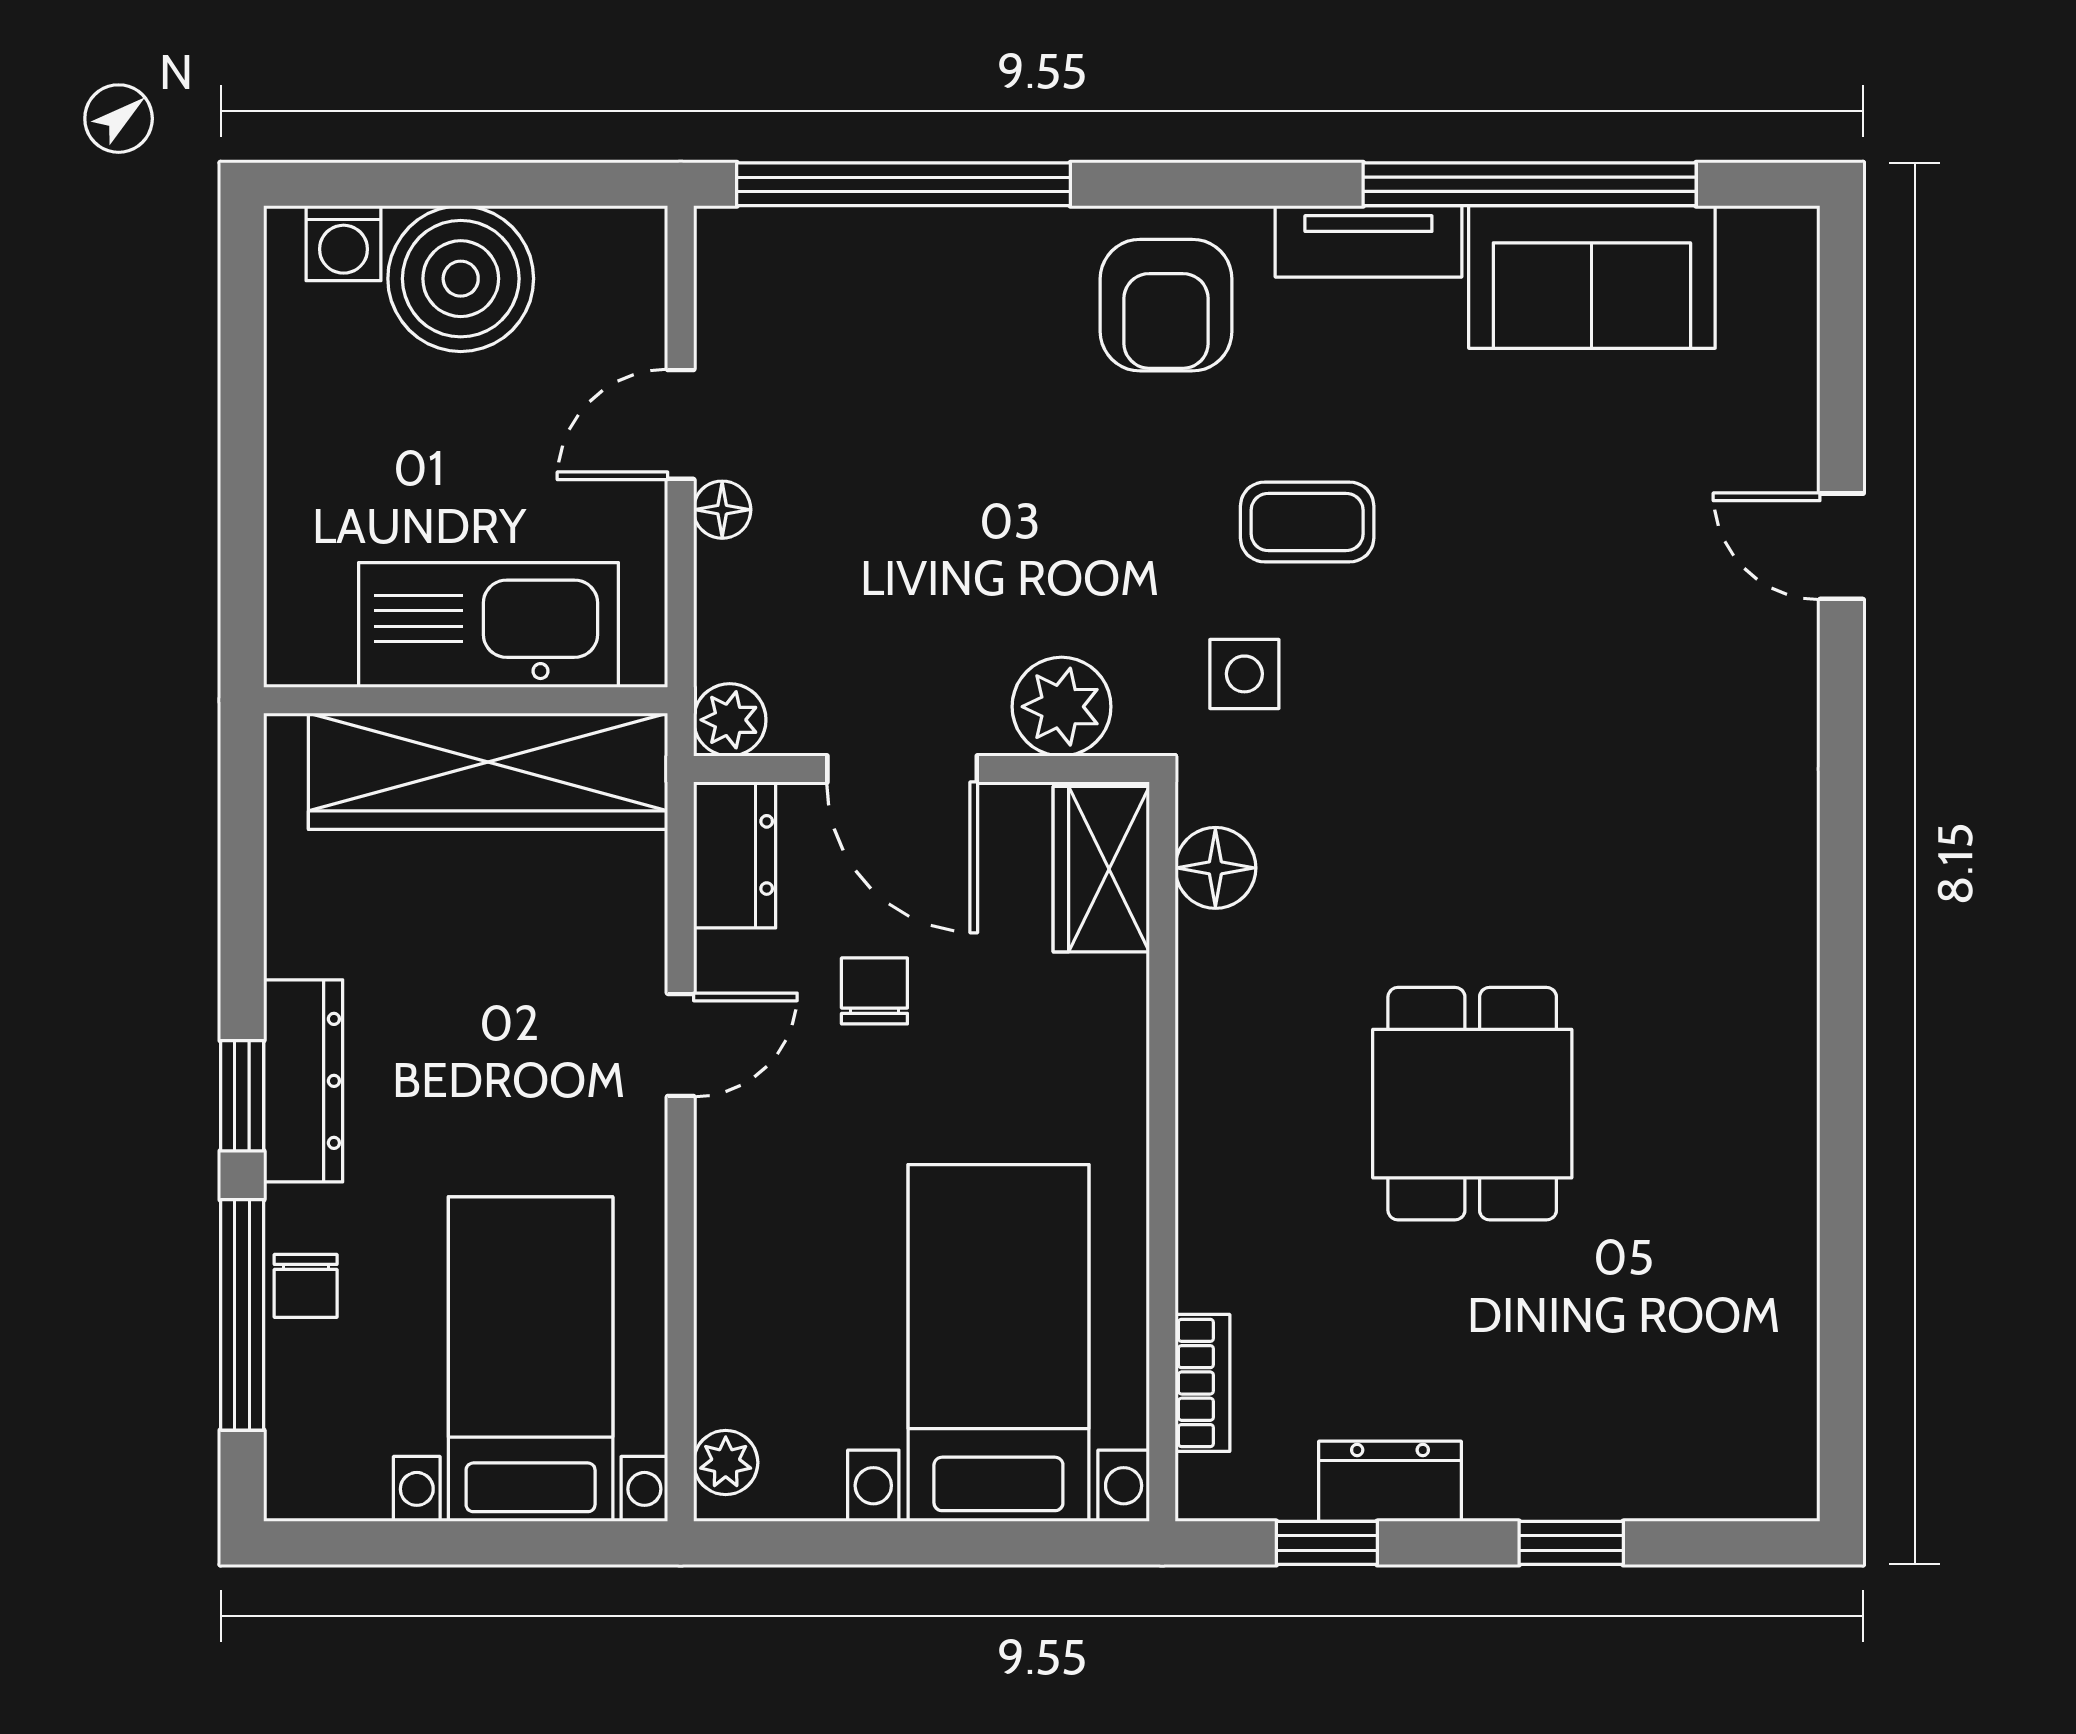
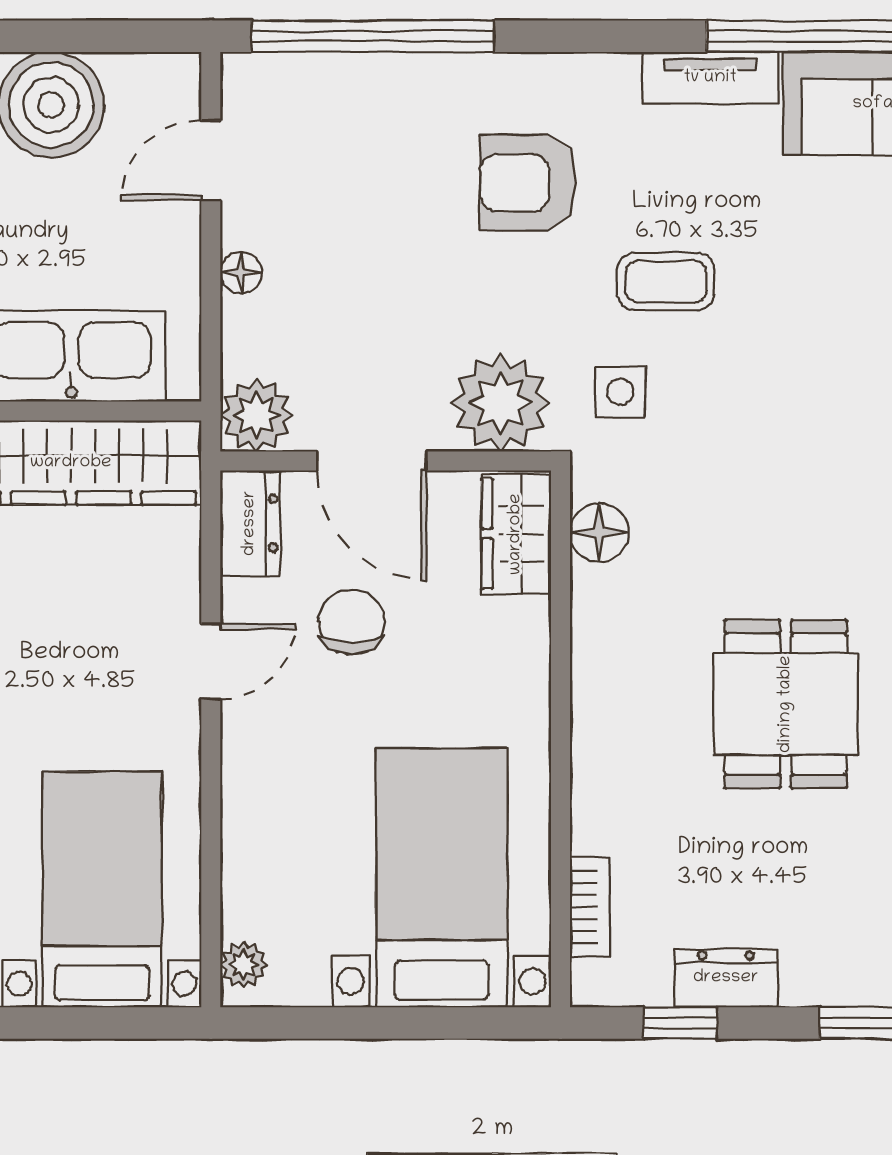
armchair: (1166, 305) -> (528, 183), moved, turned 90
door: (681, 424) -> (211, 160), moved
plant: (1062, 707) -> (501, 403), width x1.36, depth x1.36
plant: (730, 720) -> (256, 415), width x1.38, depth x1.38
chair: (874, 991) -> (352, 622), width x1.37, depth x1.37

